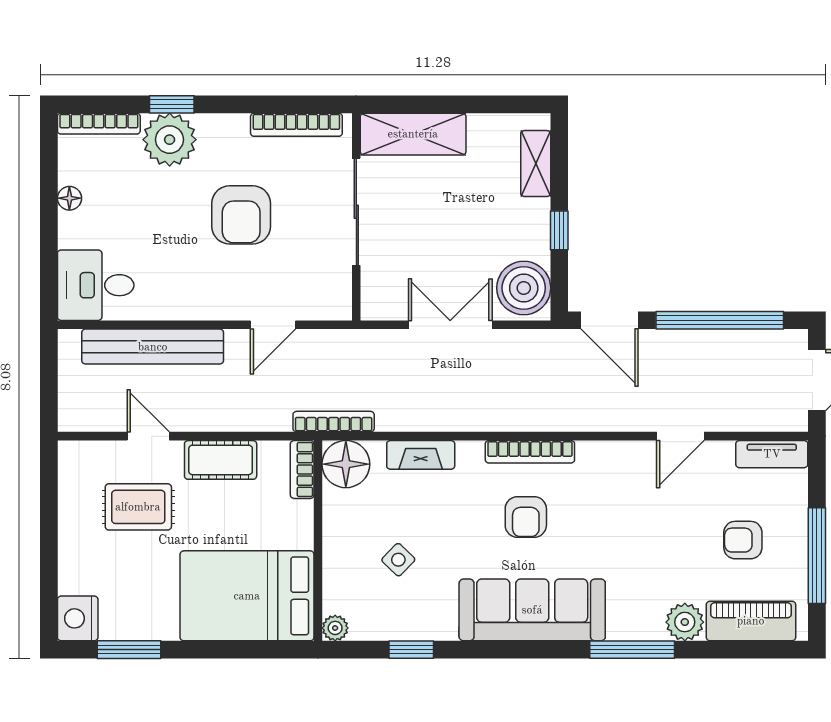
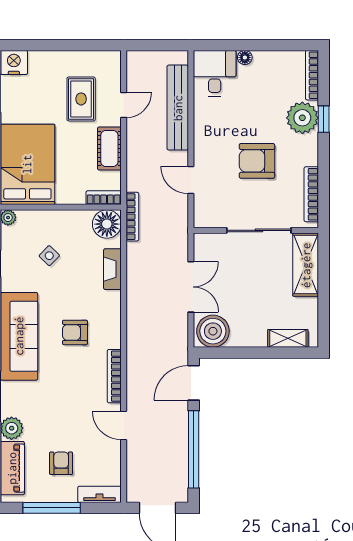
floor lamp: (69, 198) -> (245, 57), moved
window: (559, 230) -> (248, 353), removed
bookcase: (530, 452) -> (114, 376), moved
tv unit: (772, 454) -> (99, 494), moved, turned 90

